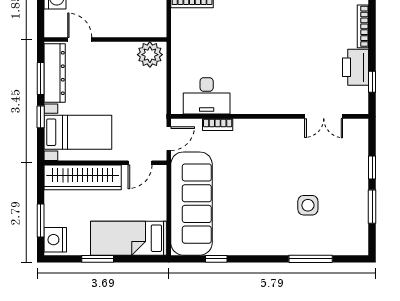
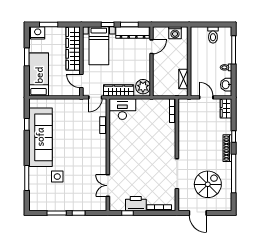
desk: (207, 96) -> (122, 109), moved, turned 90
wardrobe: (156, 98) -> (119, 90), added
door: (169, 139) -> (95, 97), hinge flipped
sofa: (192, 204) -> (40, 137), moved, turned -90

